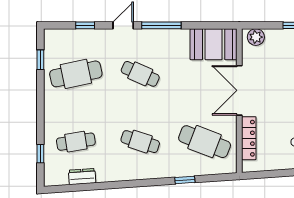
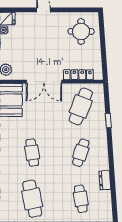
cafe table: (140, 74) -> (32, 153), turned -33
dresser: (82, 177) -> (105, 180), moved

